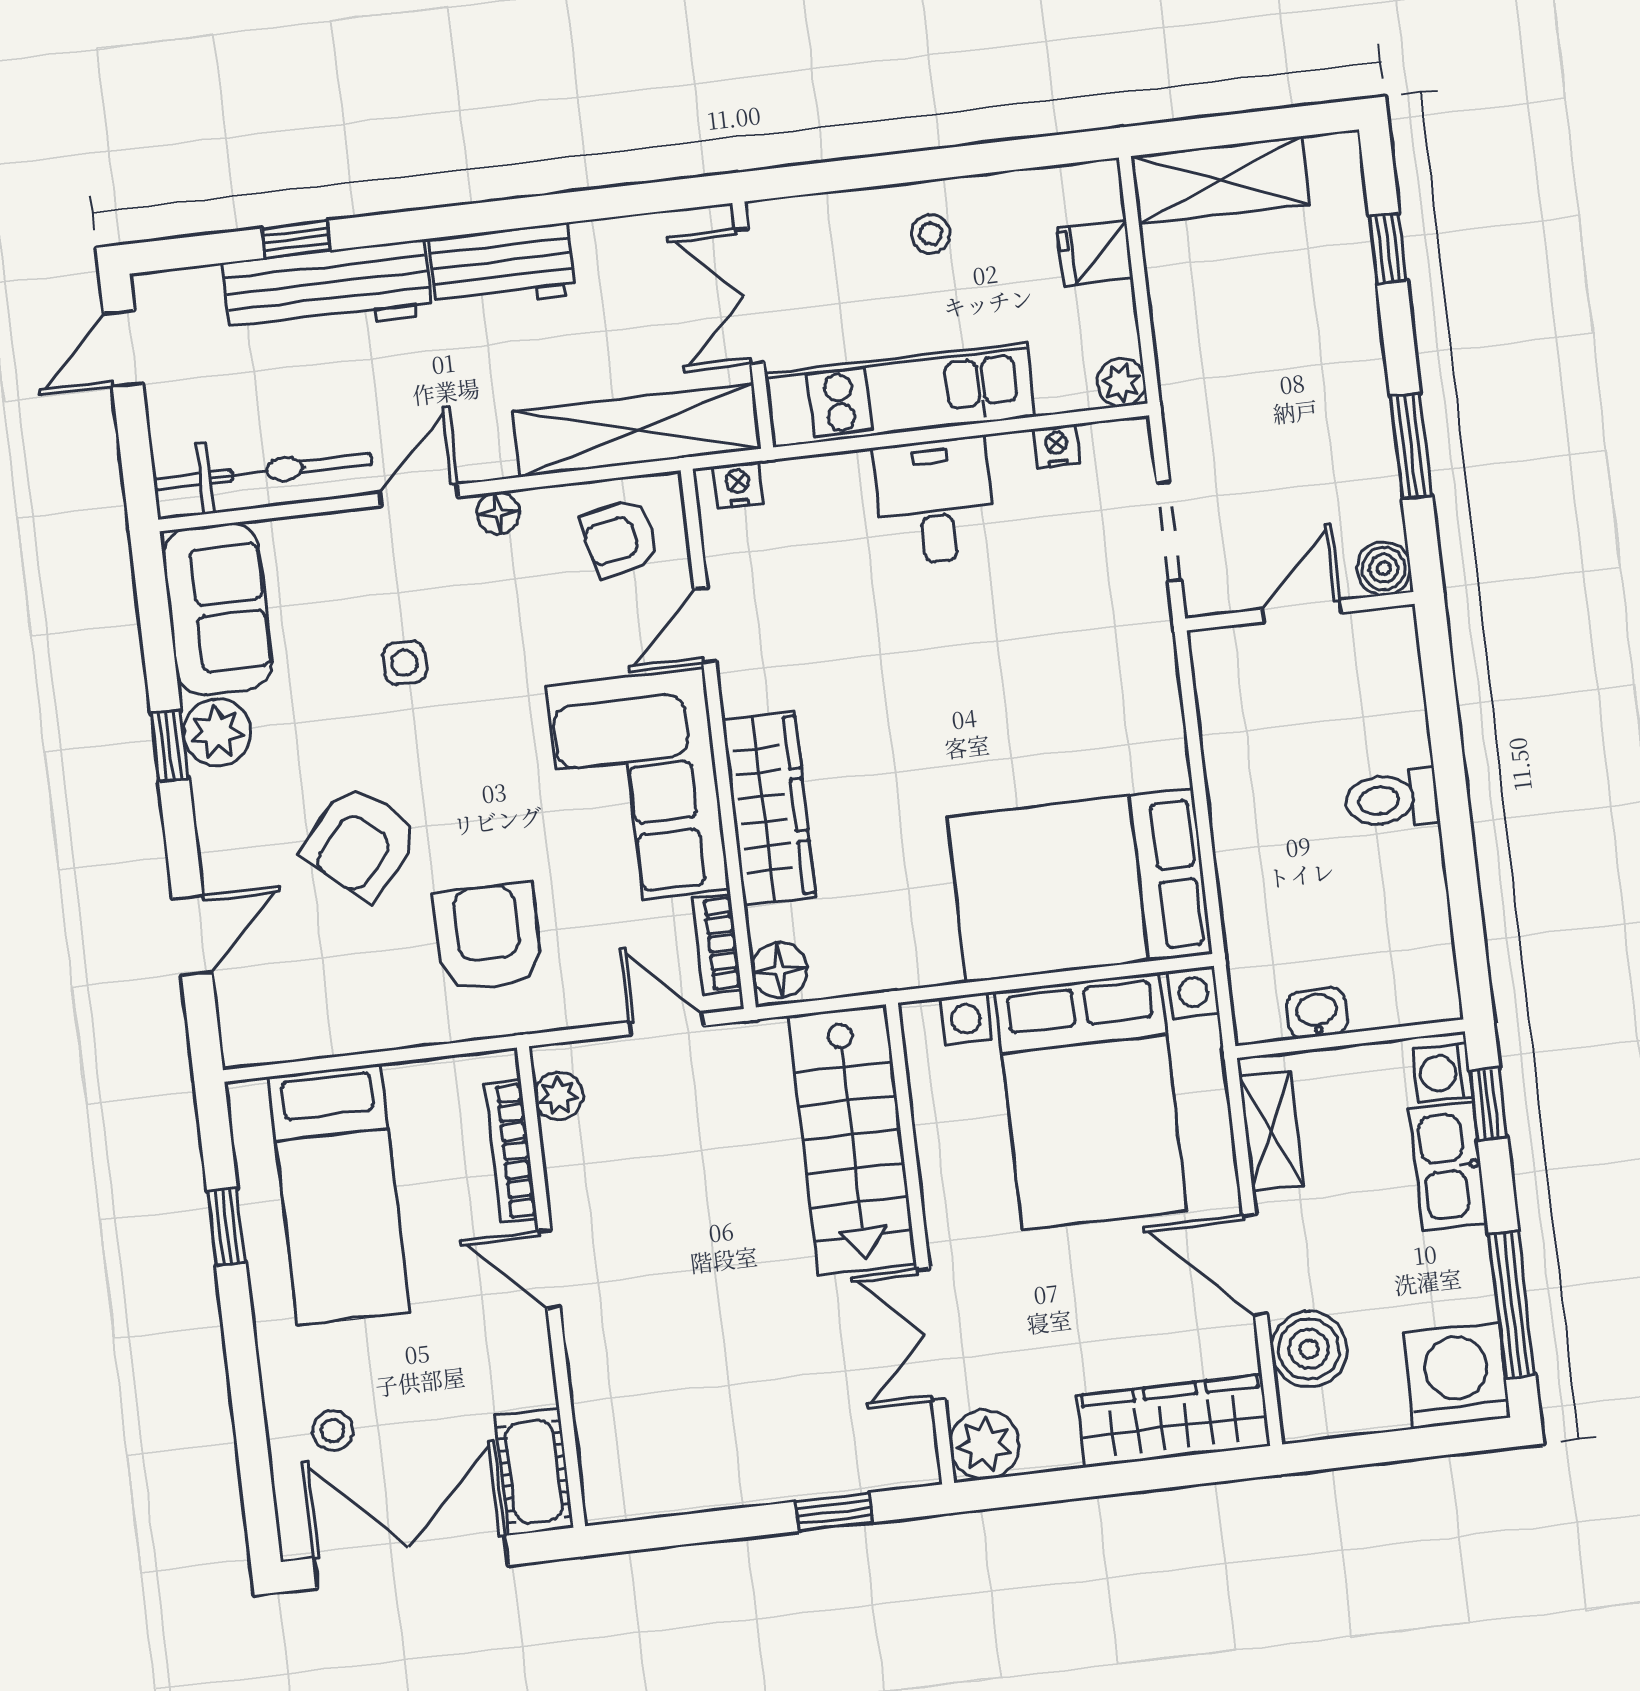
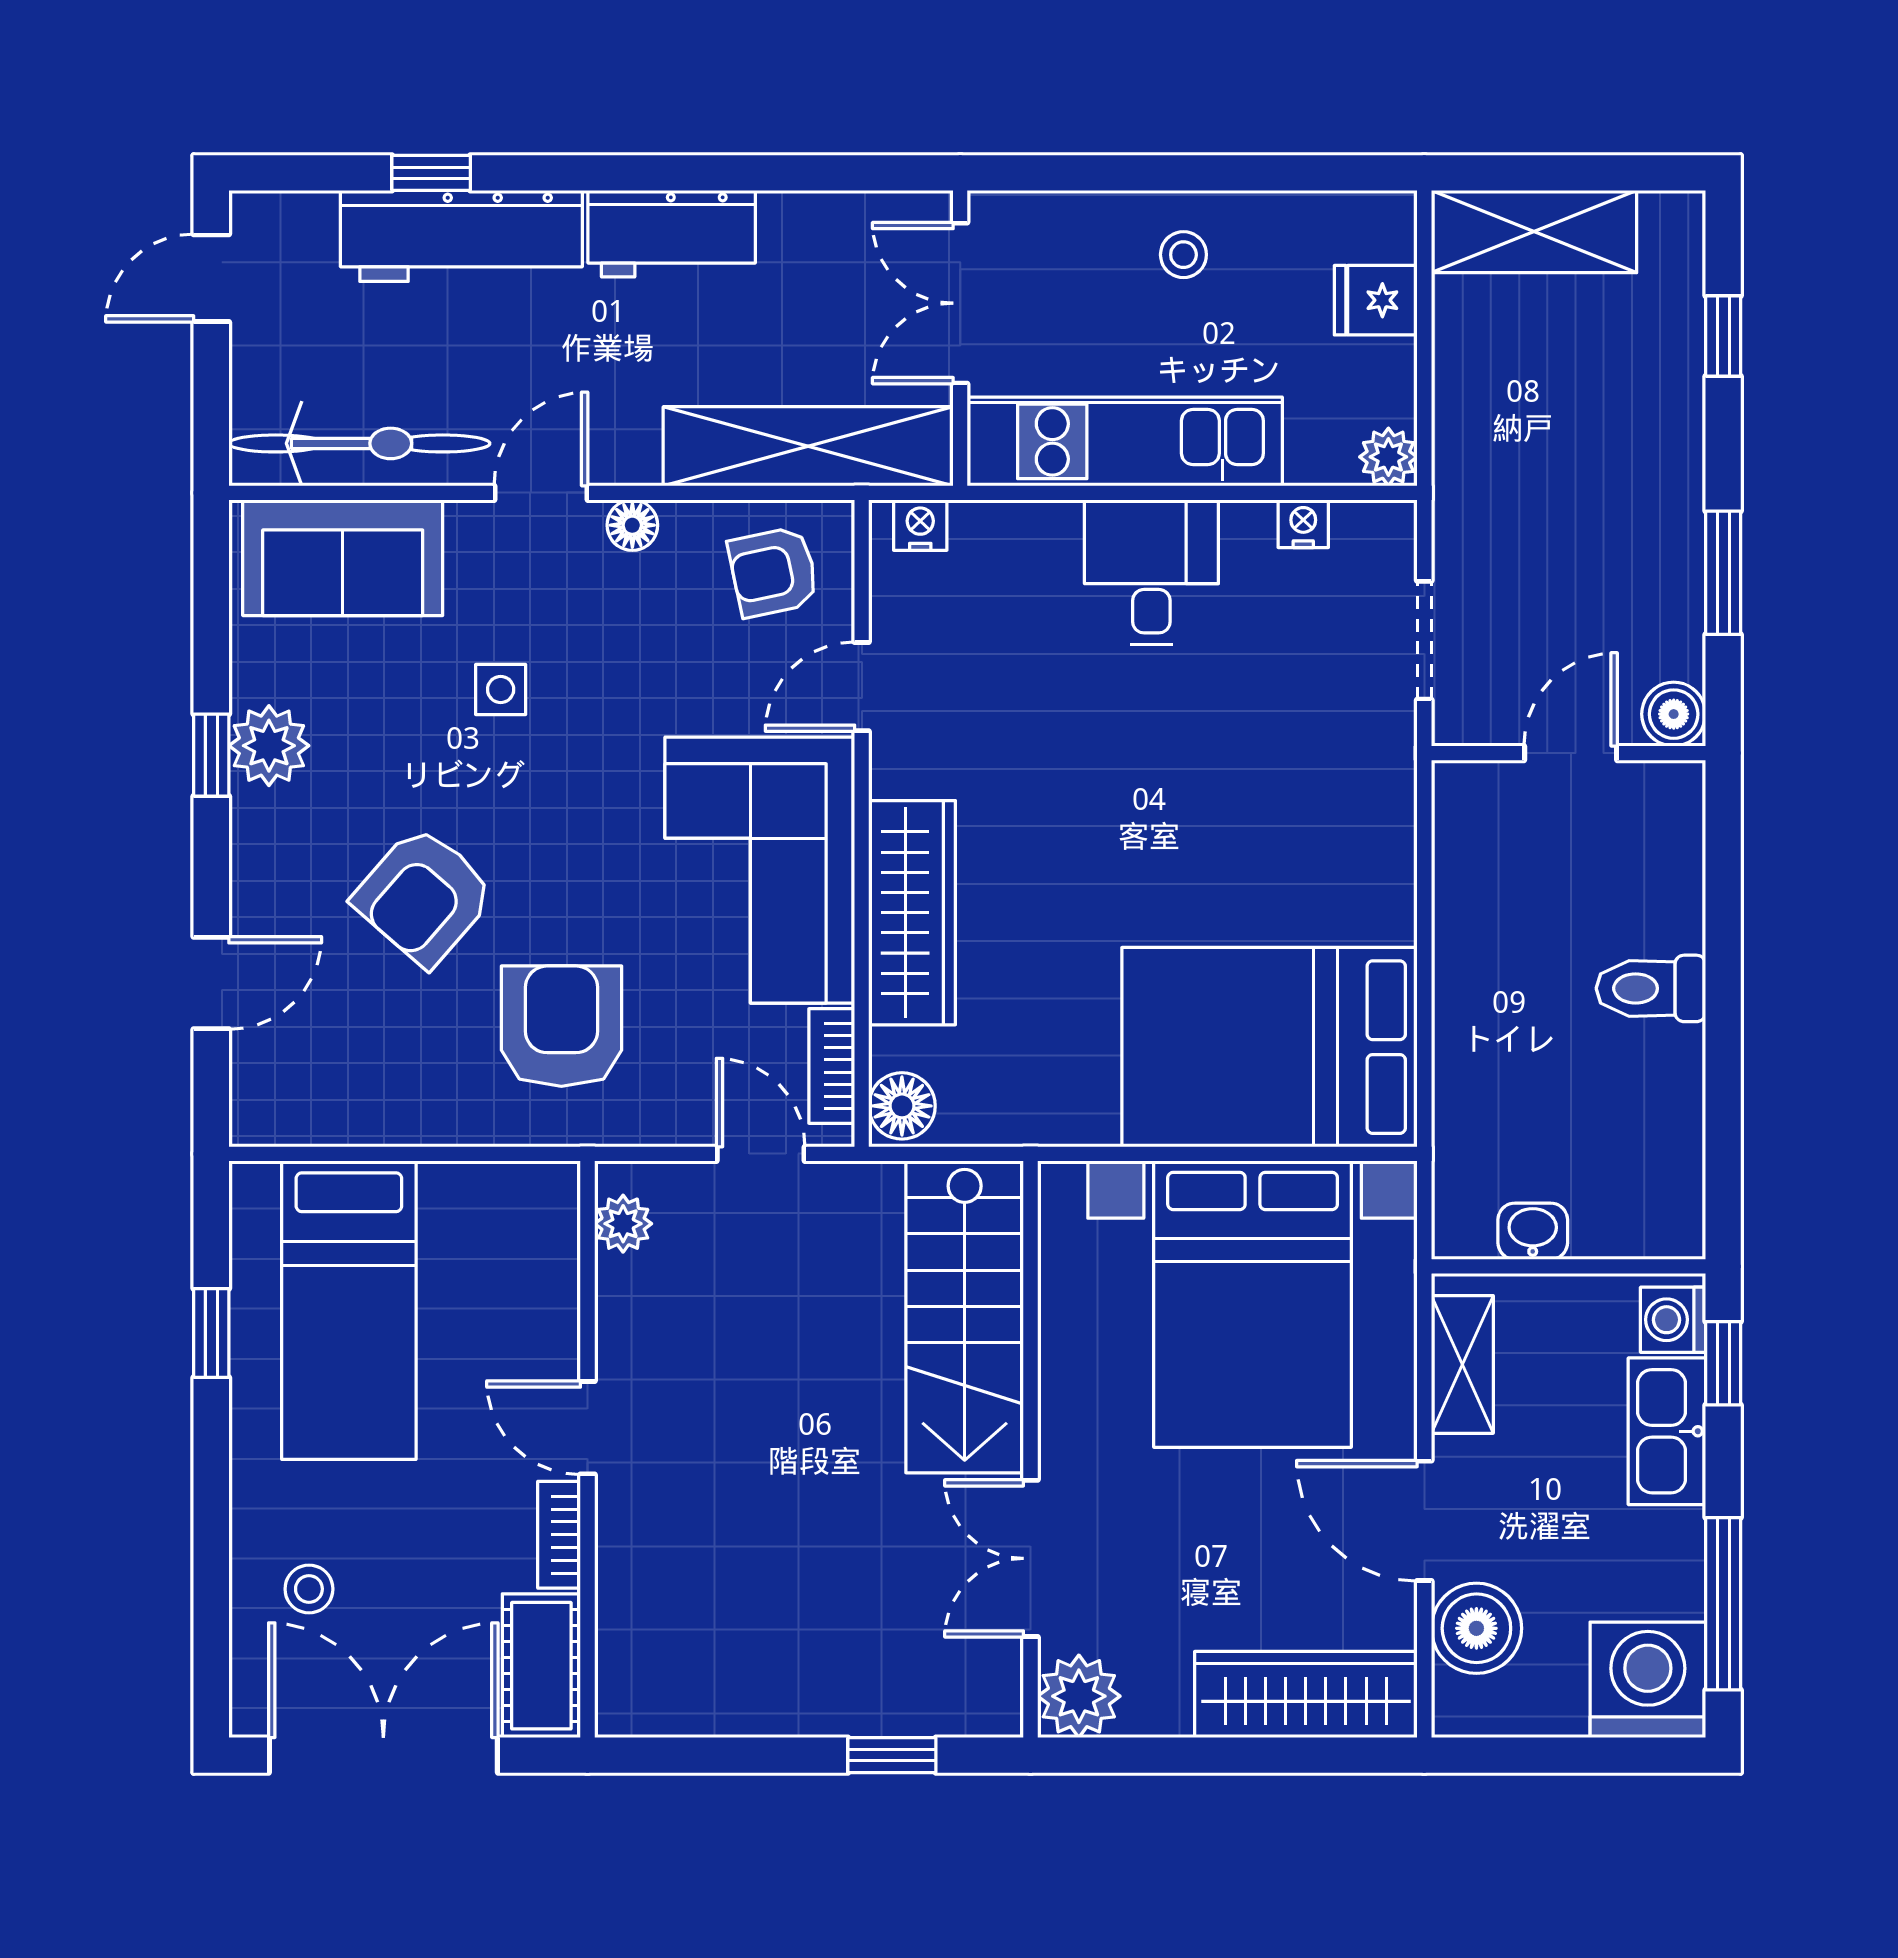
sofa: (217, 609) -> (343, 558), moved, turned 90
bookcase: (511, 1151) -> (559, 1535), moved, width x0.64

